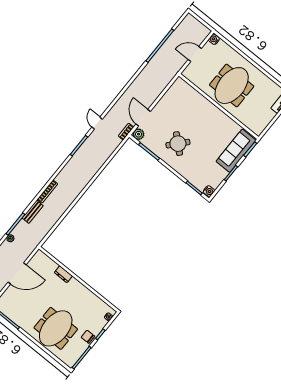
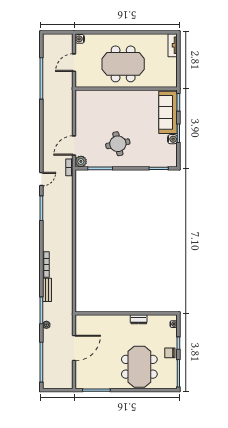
meeting table: (232, 86) -> (123, 64), turned 90
door: (143, 118) -> (74, 146), hinge flipped
door: (97, 123) -> (41, 179), swing flipped
round table: (178, 144) -> (118, 144), turned 36
water cooler: (209, 191) -> (172, 139), moved
dresser: (63, 274) -> (139, 319), moved

